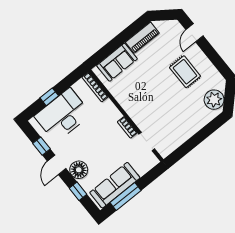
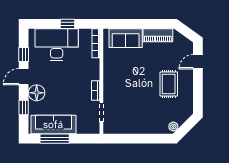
window: (49, 97) -> (68, 24), moved
plant: (214, 100) -> (173, 126), width x0.53, depth x0.53

